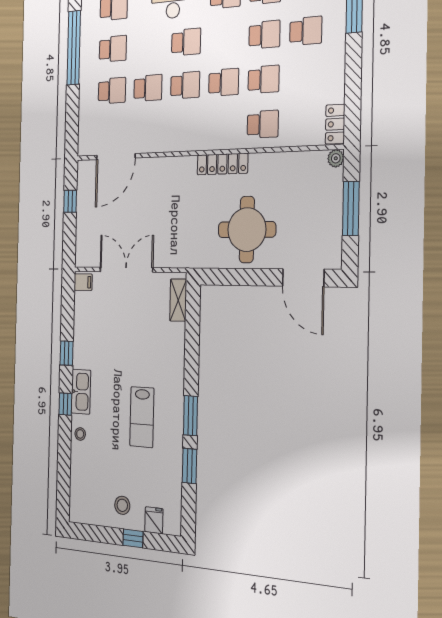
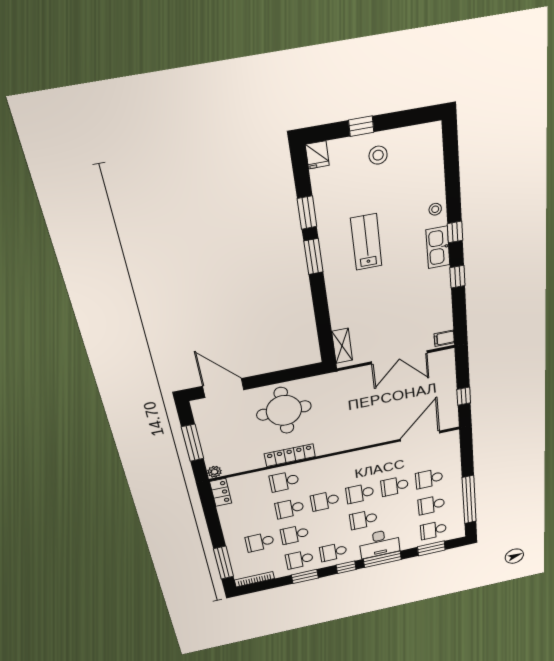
locker: (222, 164) -> (290, 455), moved
fridge: (154, 520) -> (317, 155), moved

